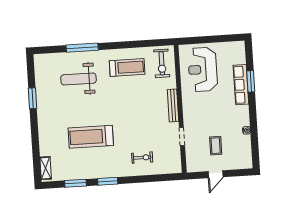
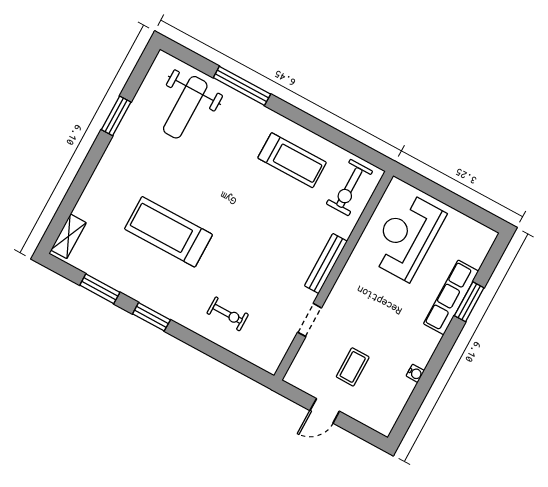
weight bench: (79, 79) -> (185, 107), moved, turned -90

